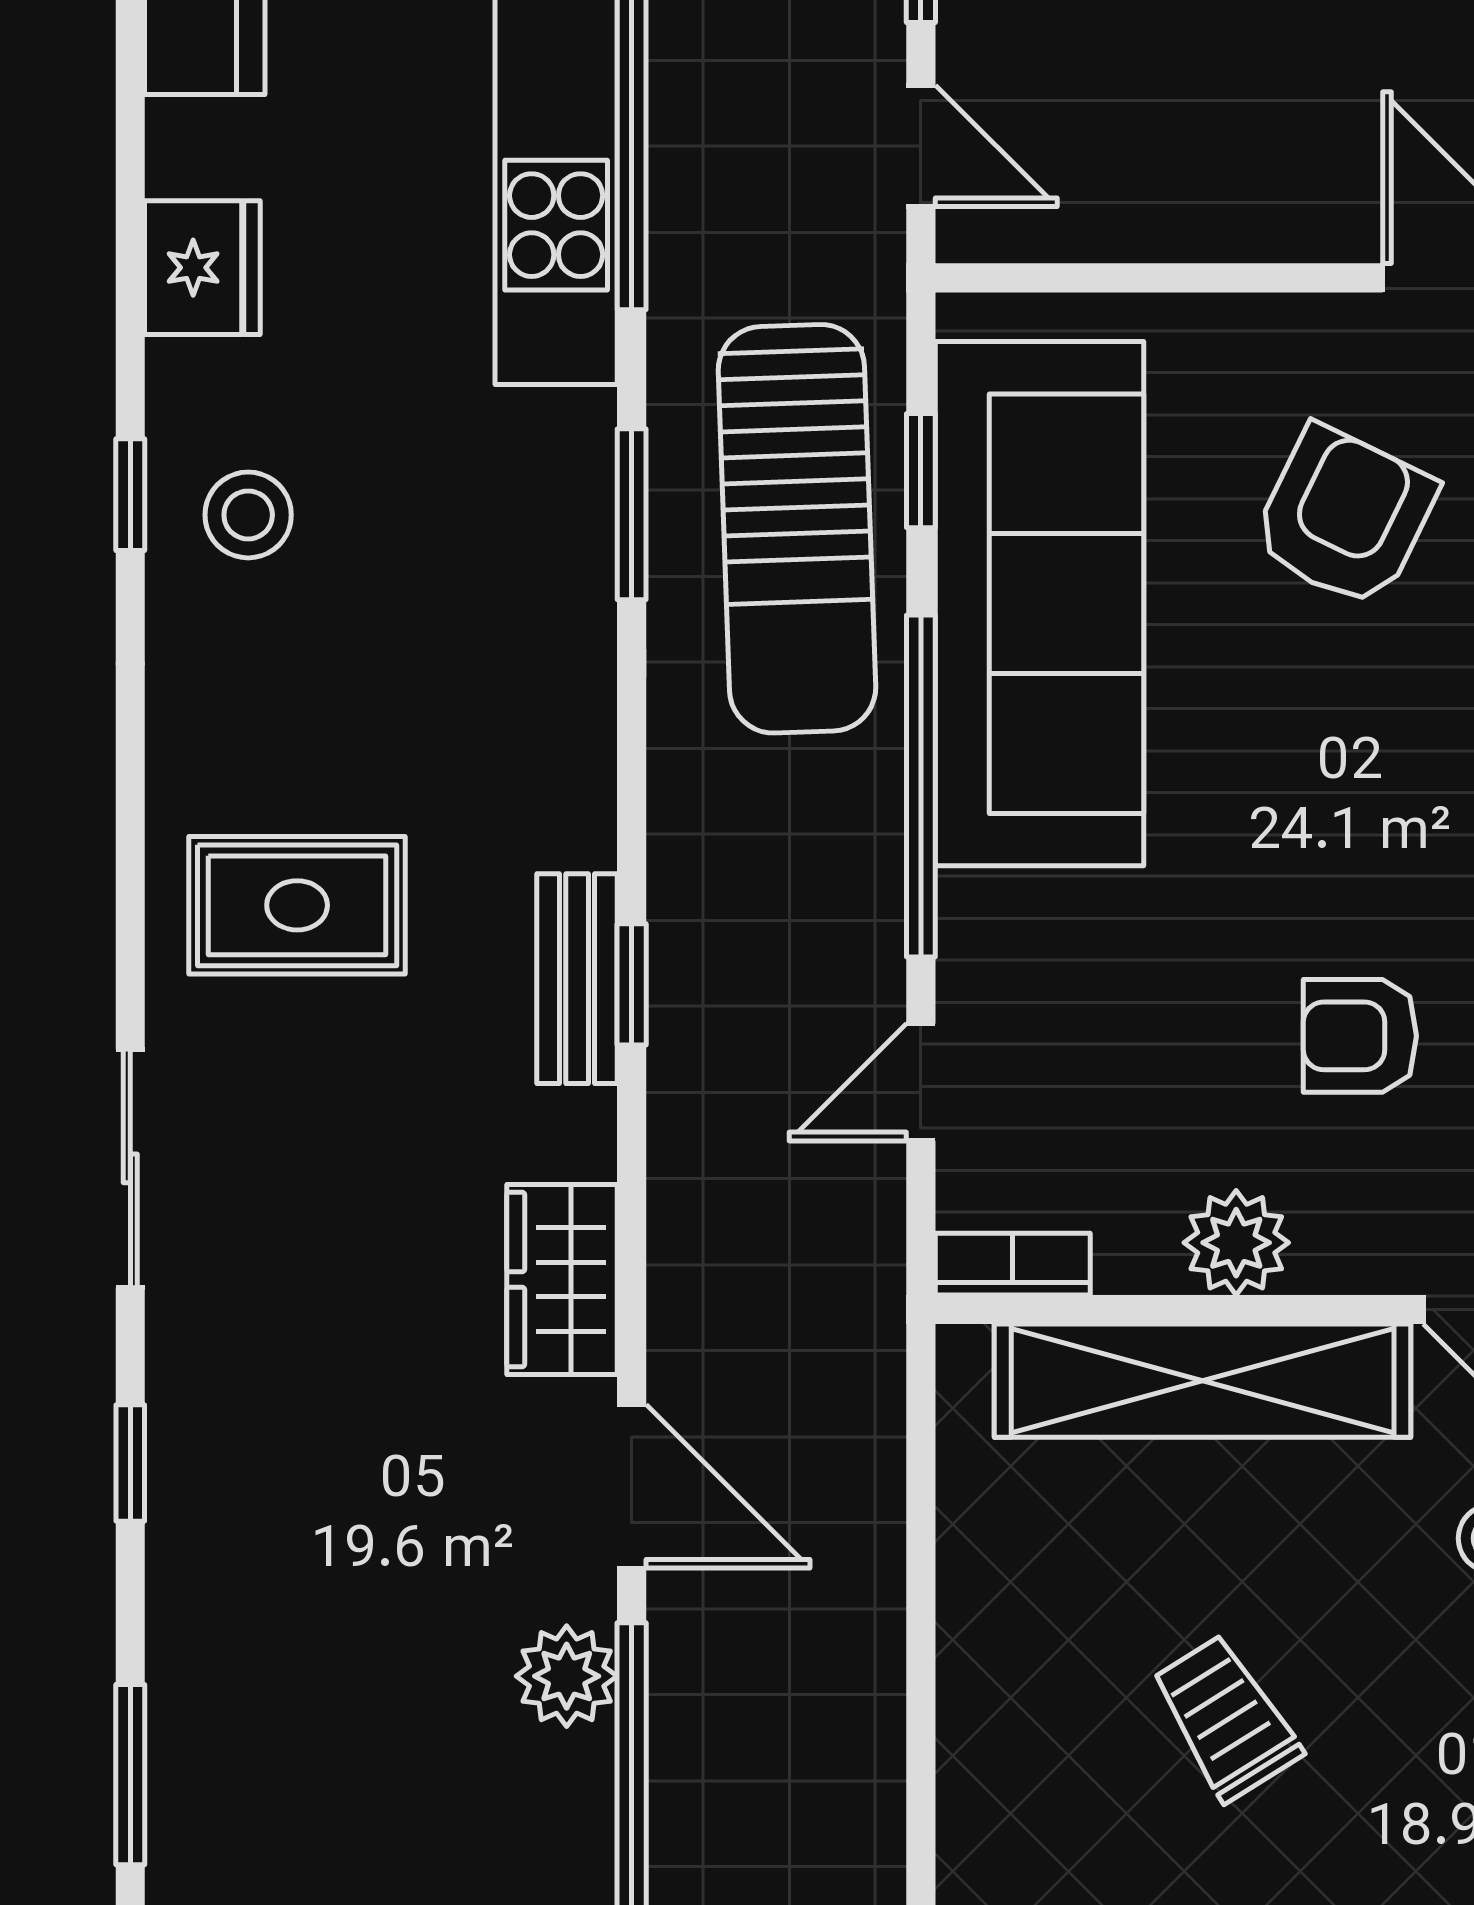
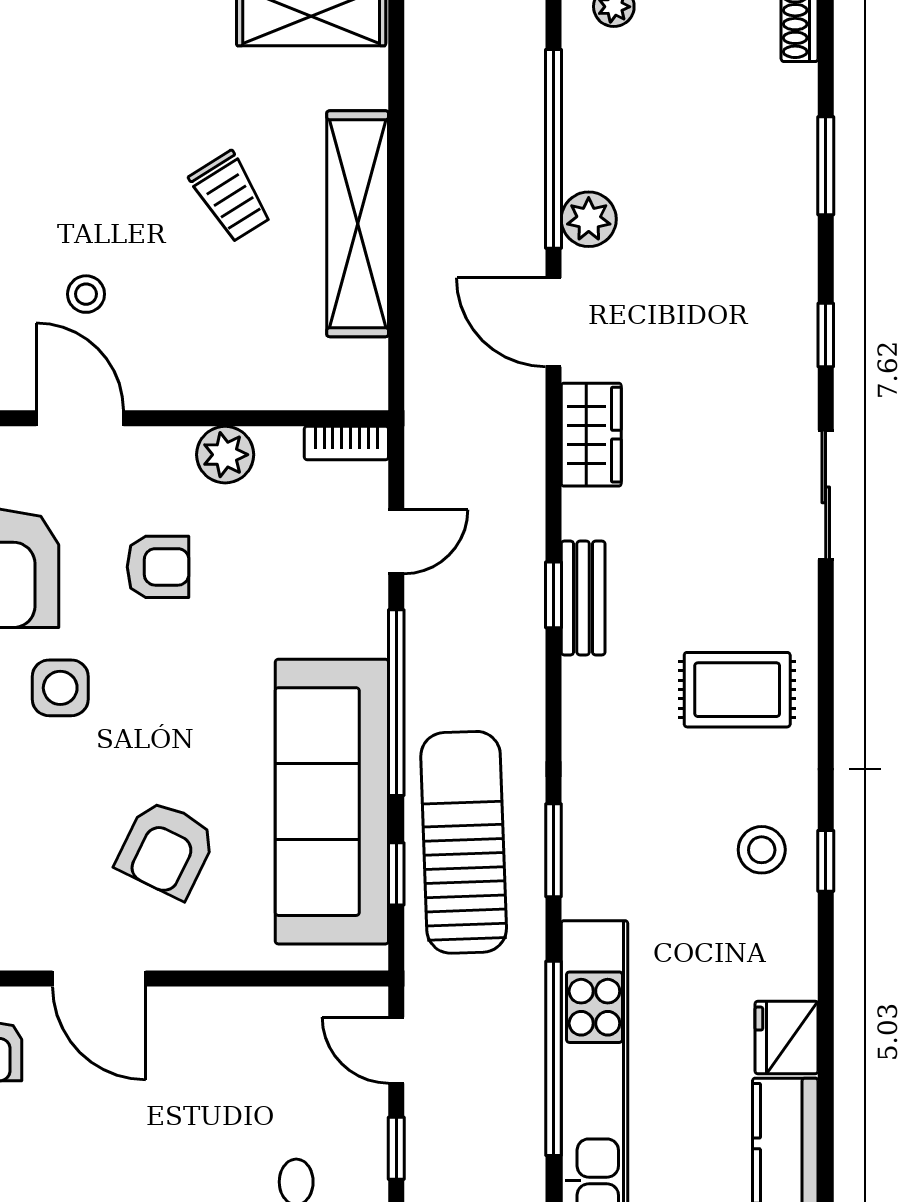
fridge: (202, 268) -> (787, 1037), moved
rug: (297, 905) -> (737, 690), moved
shelving: (1203, 1381) -> (358, 224), moved, turned 90

